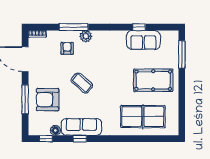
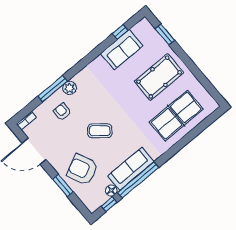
window: (139, 27) -> (120, 32), moved
window: (182, 54) -> (165, 34), width x0.69
window: (25, 99) -> (63, 186), width x0.69
armchair: (48, 100) -> (82, 170), turned 65
window: (80, 139) -> (138, 180), width x3.17

